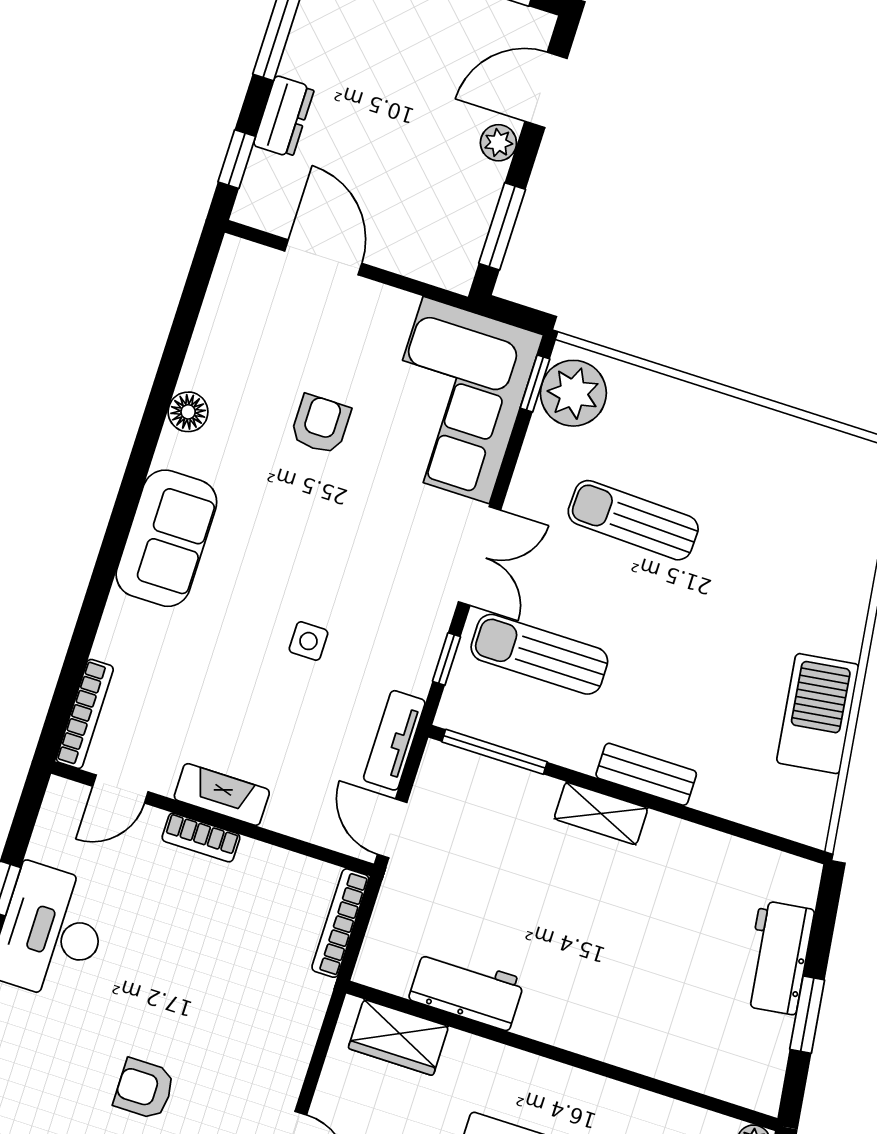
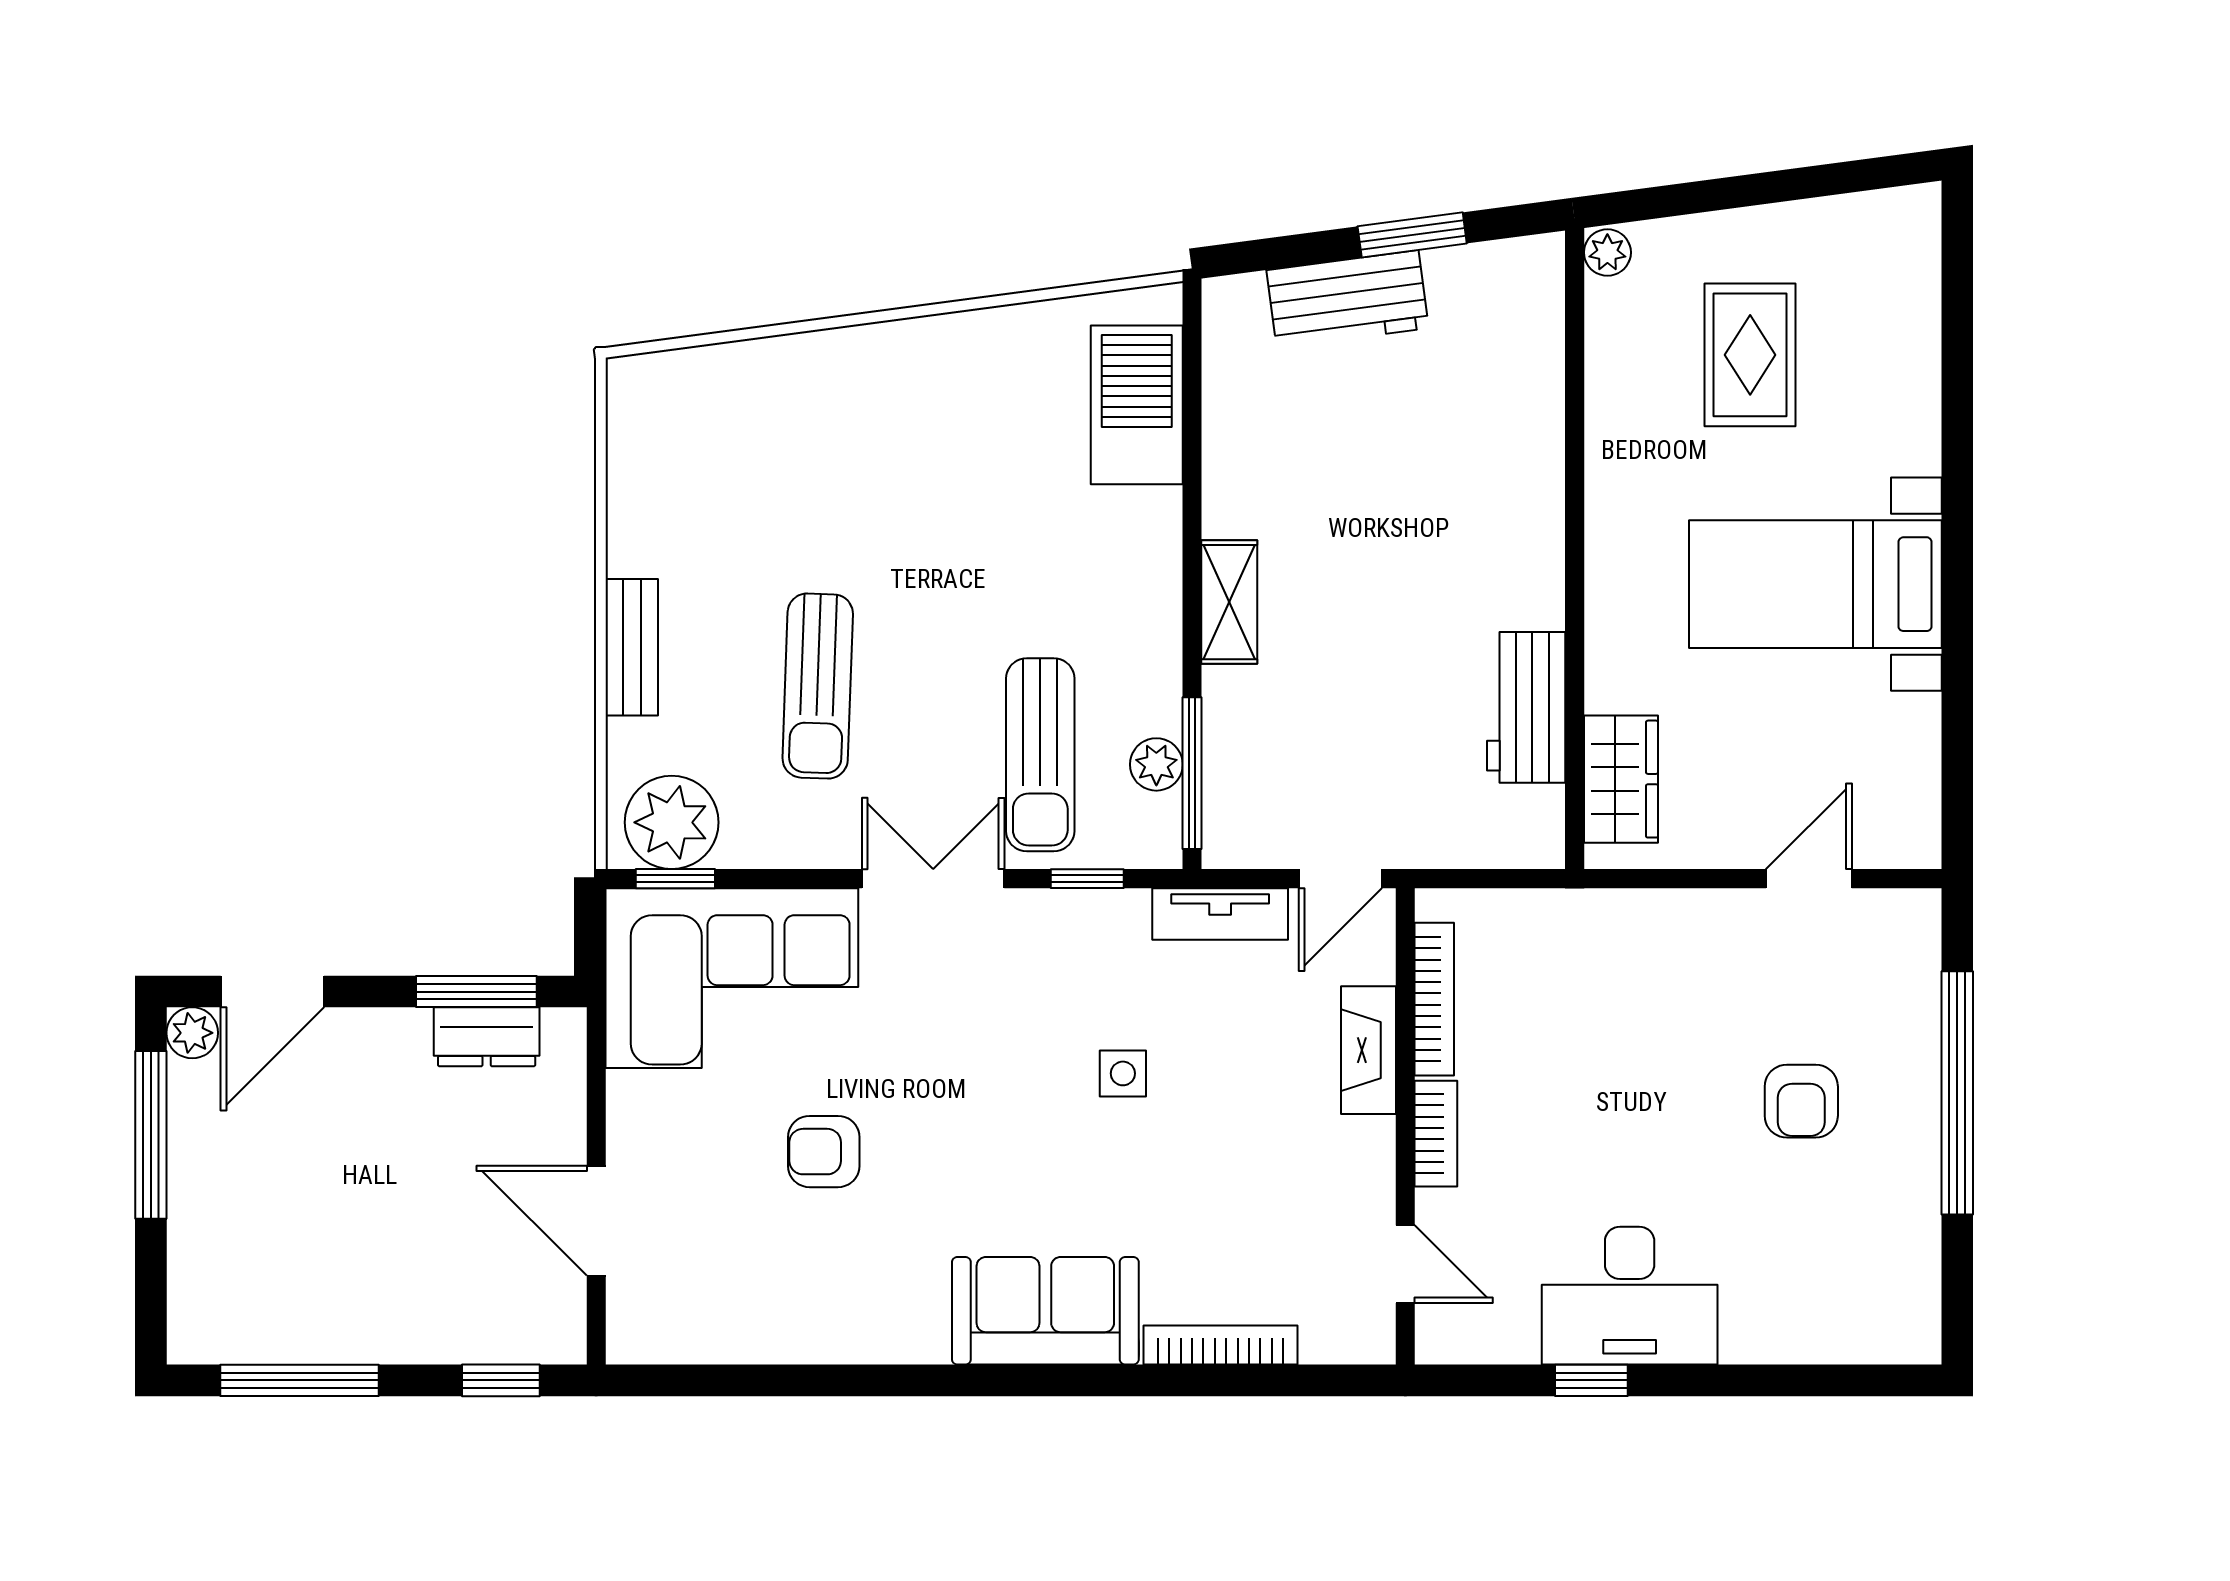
door: (546, 90) -> (272, 992), hinge flipped
dresser: (284, 117) -> (487, 1037), moved, turned 180
plant: (498, 143) -> (192, 1033), moved
door: (323, 257) -> (596, 1221), hinge flipped
floor lamp: (188, 412) -> (865, 1336), removed
bookcase: (85, 714) -> (1221, 1345), moved
barbecue: (818, 714) -> (1137, 405), moved, turned 98
plant: (508, 730) -> (1156, 764), added
bench: (646, 774) -> (632, 647), moved
fireplace: (222, 795) -> (1369, 1050), moved
bookcase: (340, 923) -> (1434, 999), moved, turned -90

